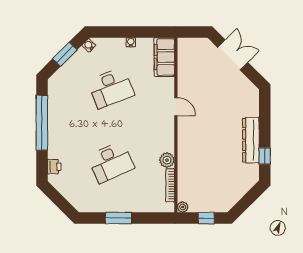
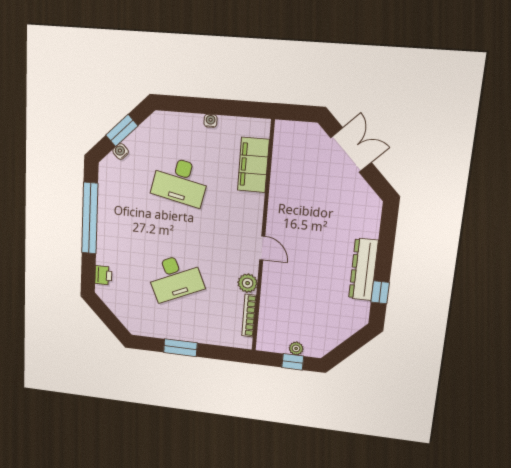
water cooler: (89, 45) -> (121, 151), moved
filing cabinet: (164, 57) -> (253, 165), moved
desk: (111, 88) -> (180, 181), turned 33
door: (176, 107) -> (262, 248), moved
plant: (183, 207) -> (296, 348), moved

